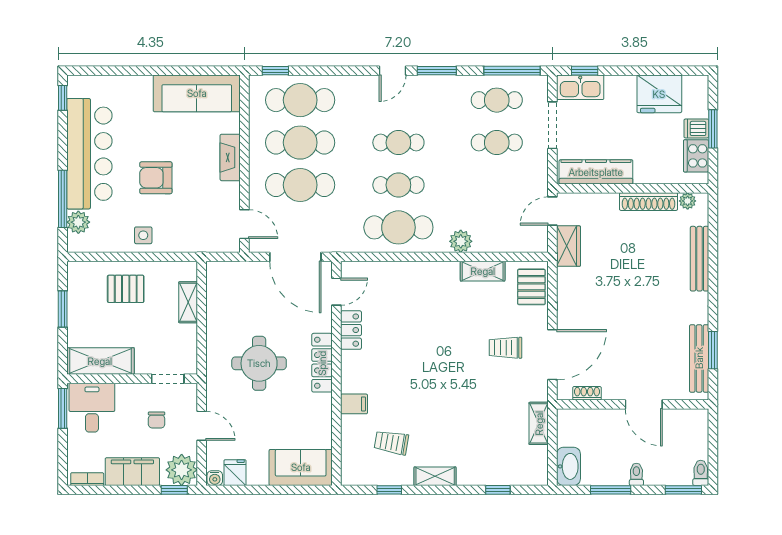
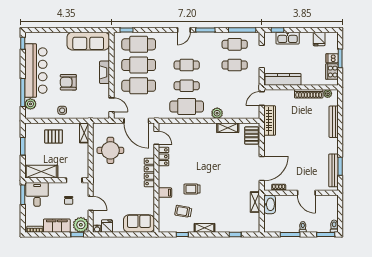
kitchen sink: (580, 87) -> (288, 38), moved
fridge: (659, 94) -> (319, 39), width x0.53, depth x0.75
wardrobe: (569, 246) -> (270, 121), width x1.50
door: (336, 292) -> (156, 138), hinge flipped
shelving: (188, 302) -> (84, 133), moved
trolley: (506, 348) -> (192, 189), moved
round table: (259, 363) -> (110, 150), moved
washbasin: (569, 466) -> (270, 204), moved

